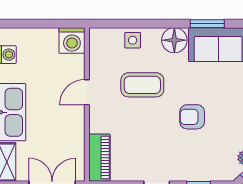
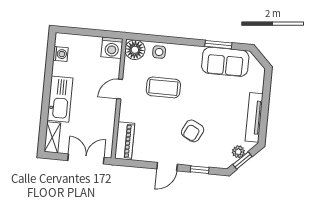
floor lamp: (174, 40) -> (135, 50), moved
armchair: (192, 117) -> (193, 131), moved, turned -63

